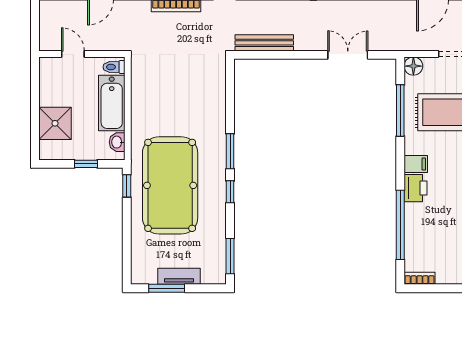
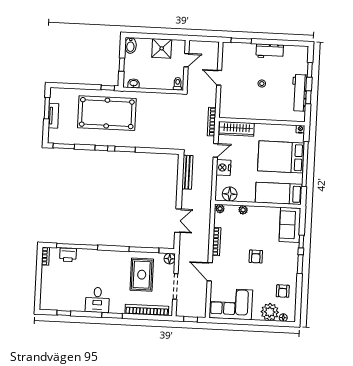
bathtub: (112, 103) -> (157, 81), removed
shower: (55, 123) -> (162, 48), moved
bidet: (53, 151) -> (130, 45), added
filing cabinet: (416, 164) -> (112, 257), removed
printer: (415, 188) -> (68, 255), moved

